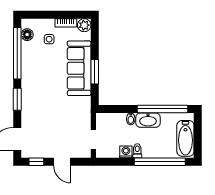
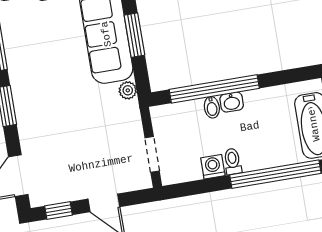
plant: (86, 102) -> (128, 90), added
window: (163, 109) -> (214, 89), moved
washbasin: (148, 120) -> (232, 102), width x0.52, depth x0.69

